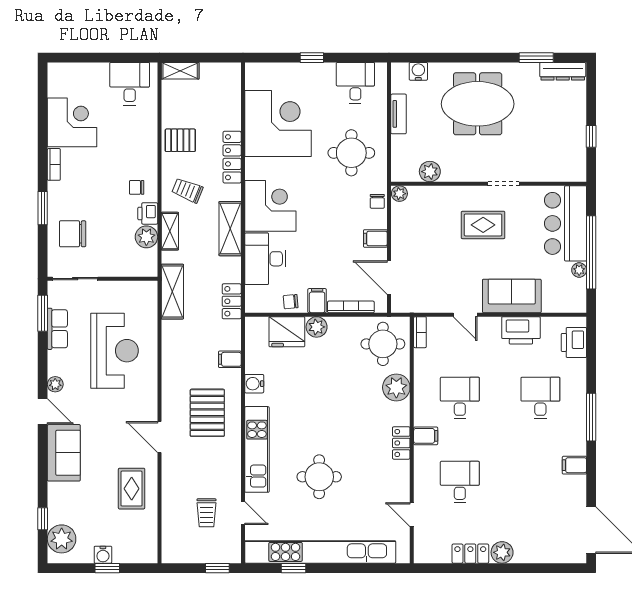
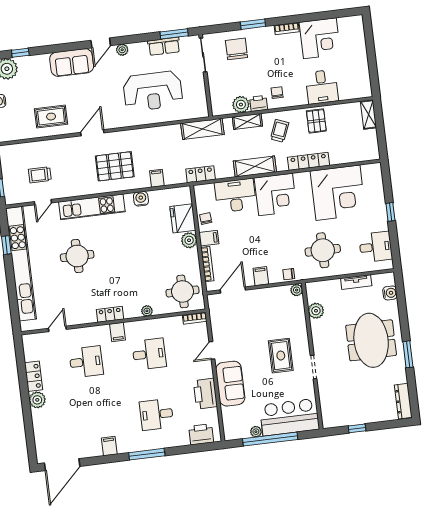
window: (536, 58) -> (408, 354), moved
desk: (130, 84) -> (322, 87), moved, turned 90
plant: (396, 387) -> (147, 311), width x0.53, depth x0.53
desk: (540, 398) -> (157, 414), turned 180

